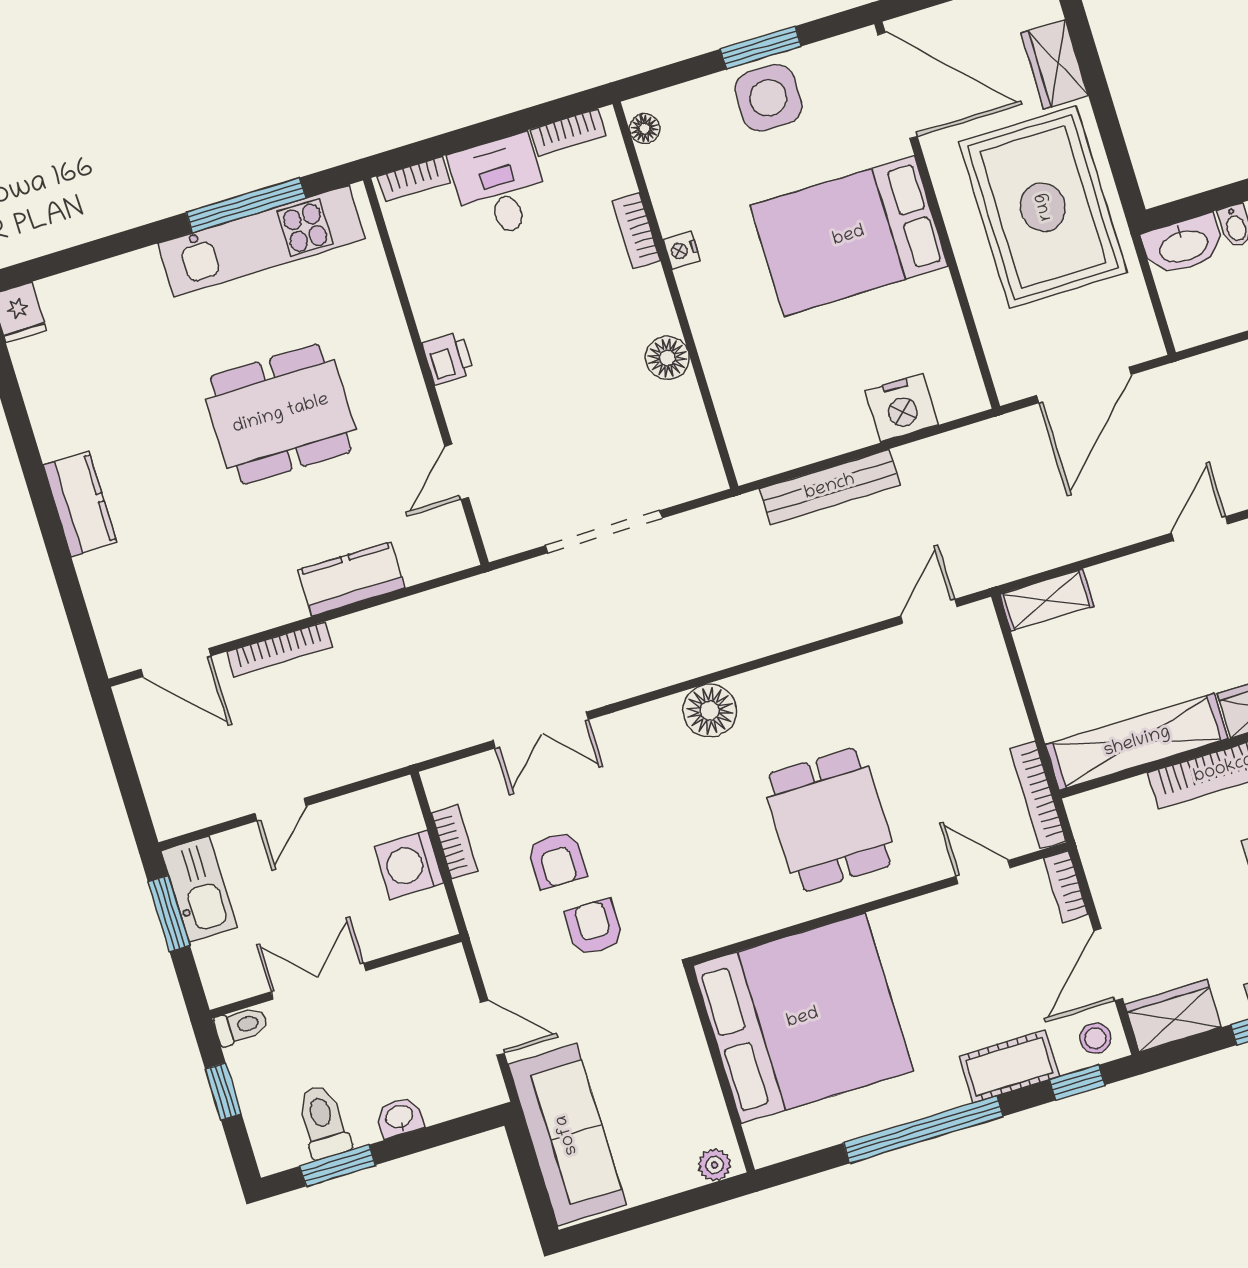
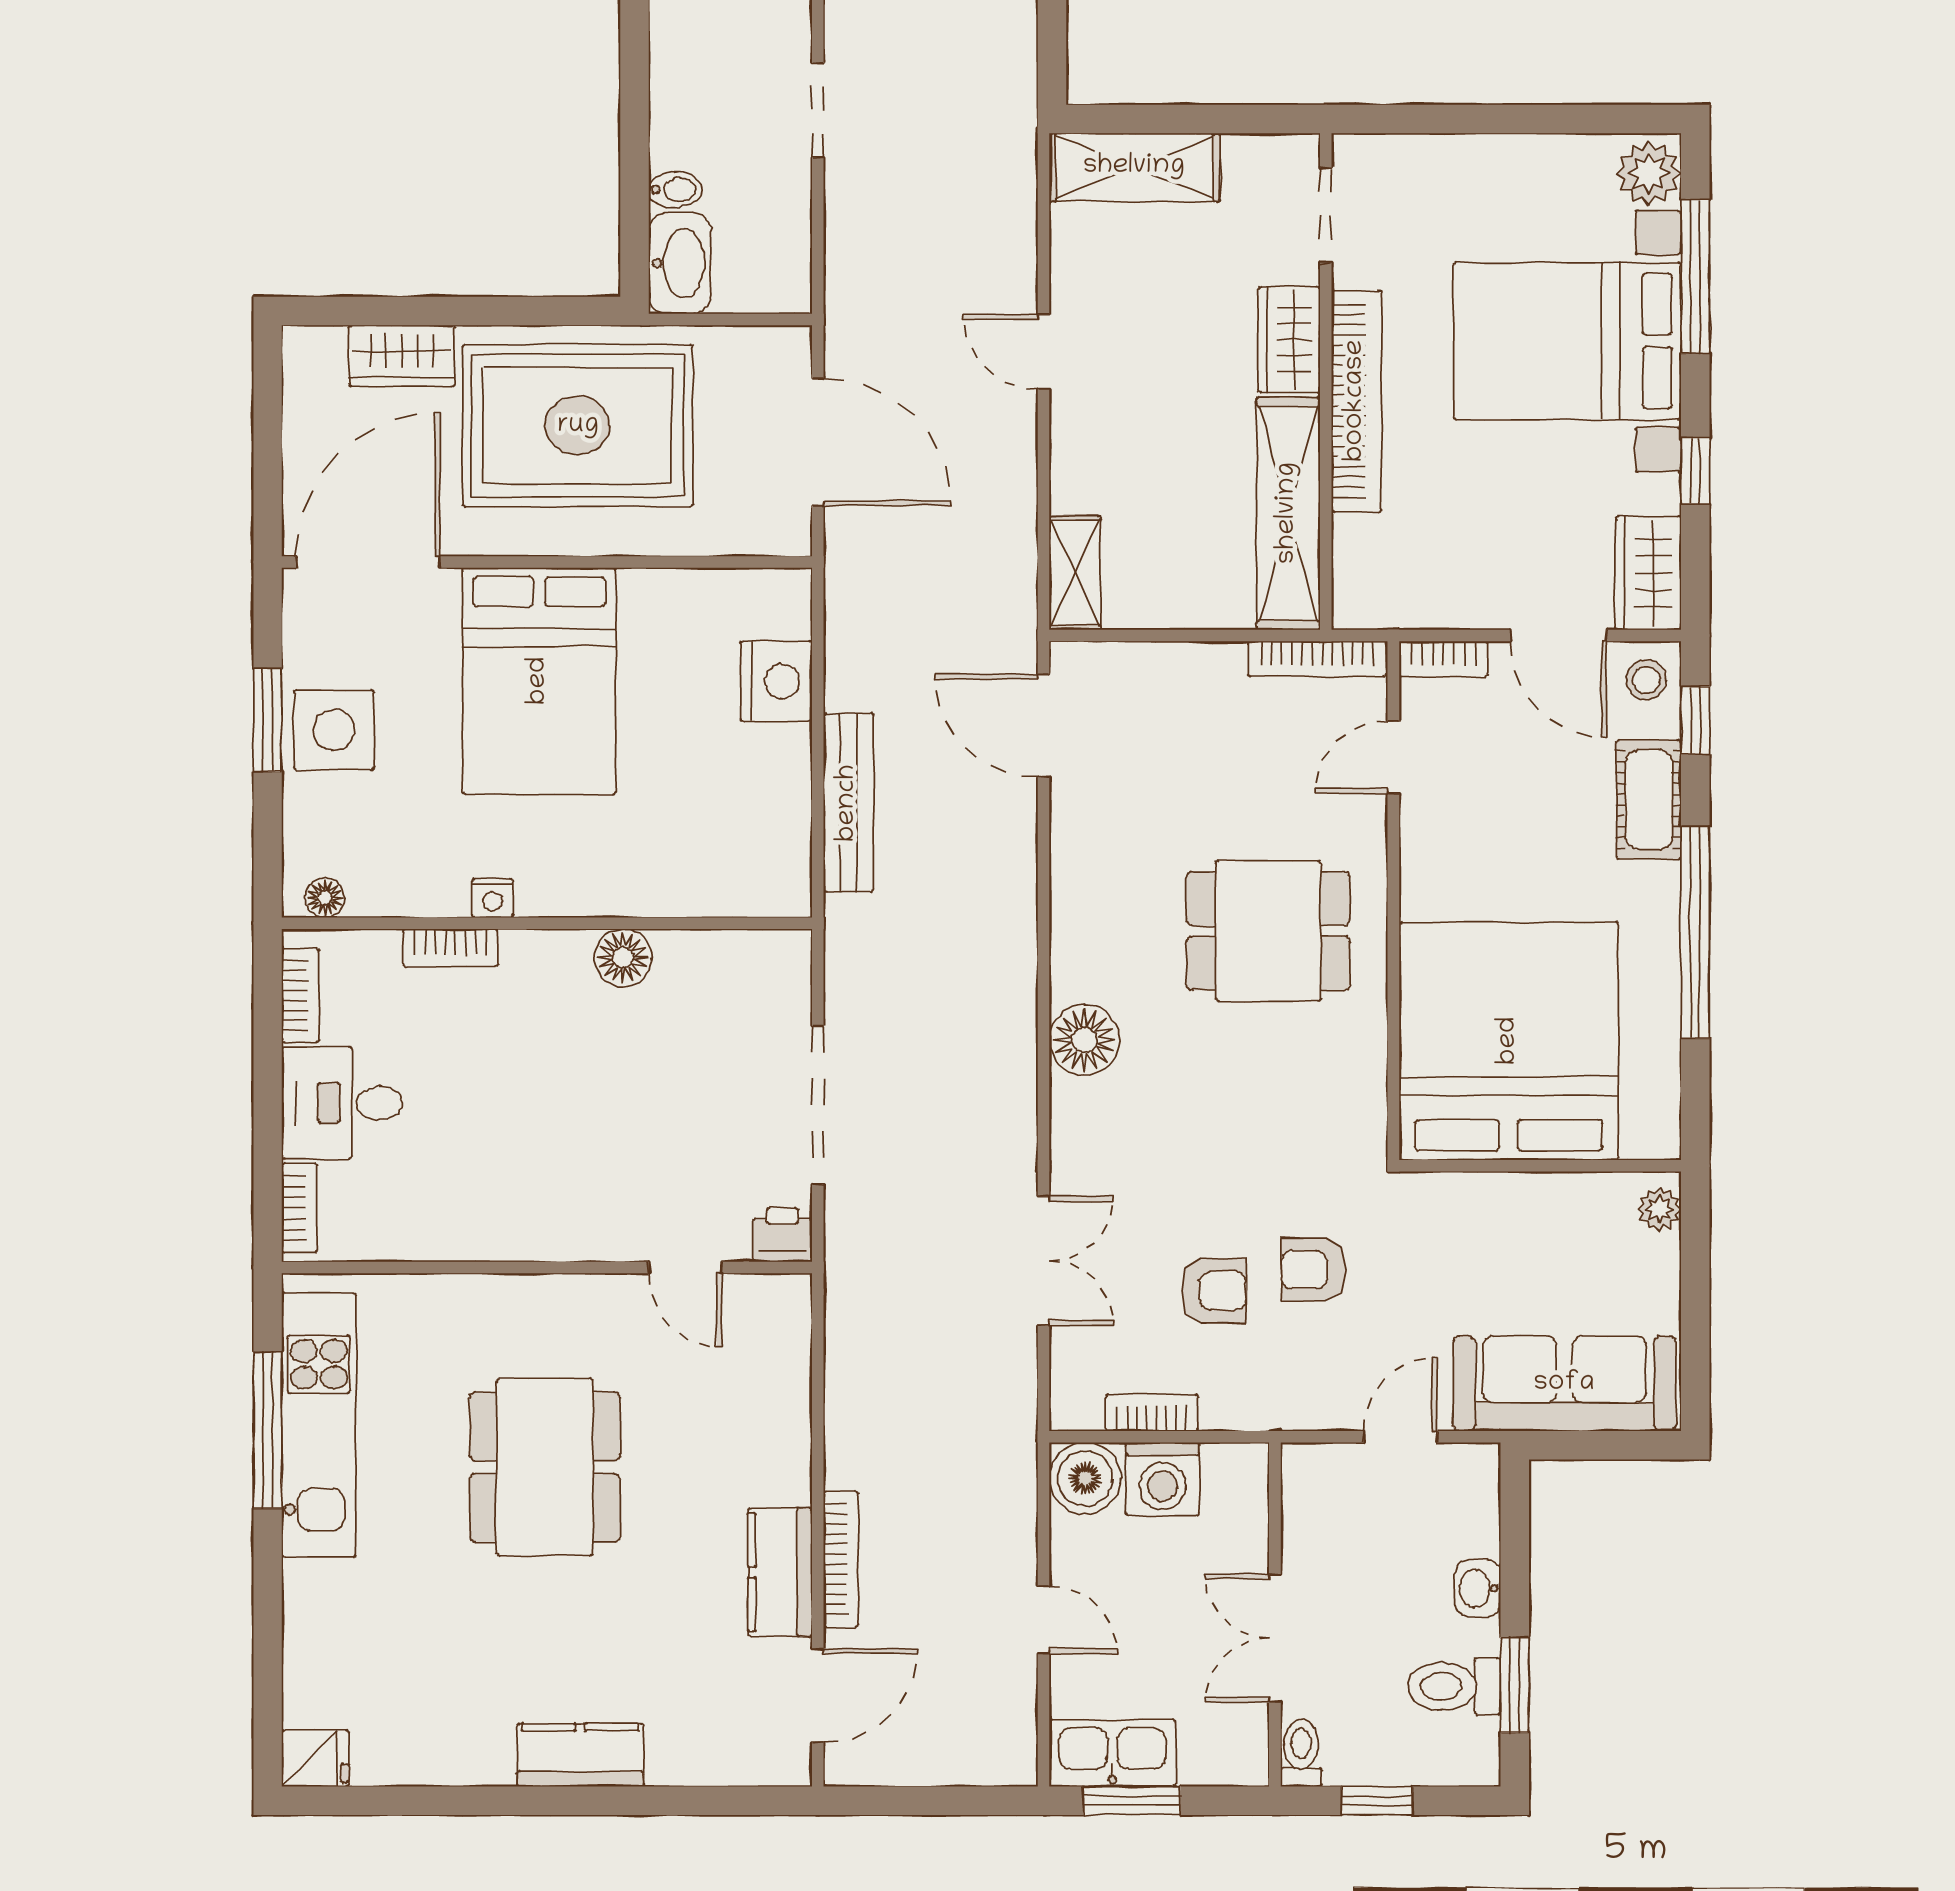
printer: (448, 358) -> (782, 1235), moved
kitchen counter: (351, 579) -> (780, 1572), moved
door: (929, 611) -> (1044, 726), width x1.38
boiler: (392, 808) -> (1085, 1478), added

